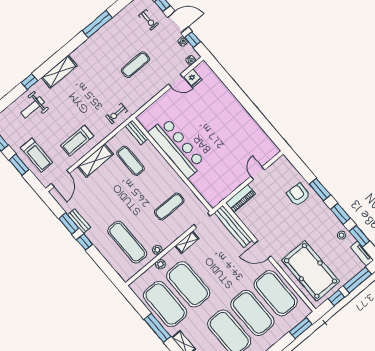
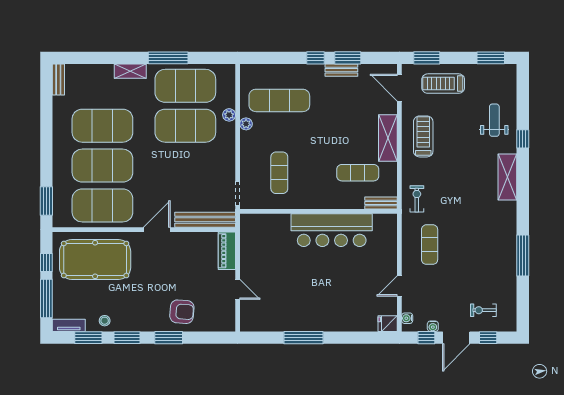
exercise mat: (135, 65) -> (430, 245), moved
fridge: (193, 78) -> (388, 324), moved
window: (253, 111) -> (304, 338), added
window: (19, 165) -> (427, 58), moved
shelving: (187, 242) -> (229, 160), removed

